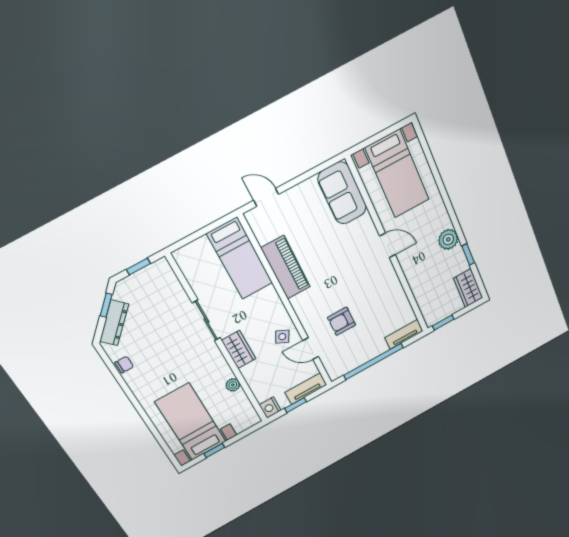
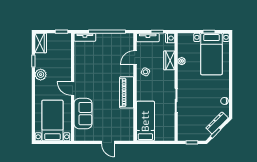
sofa: (342, 193) -> (83, 114), moved
door: (266, 197) -> (108, 142), moved
piano: (286, 267) -> (127, 92), moved
armchair: (342, 321) -> (113, 63), removed
door: (311, 349) -> (135, 57), swing flipped
wardrobe: (239, 350) -> (169, 60), moved

